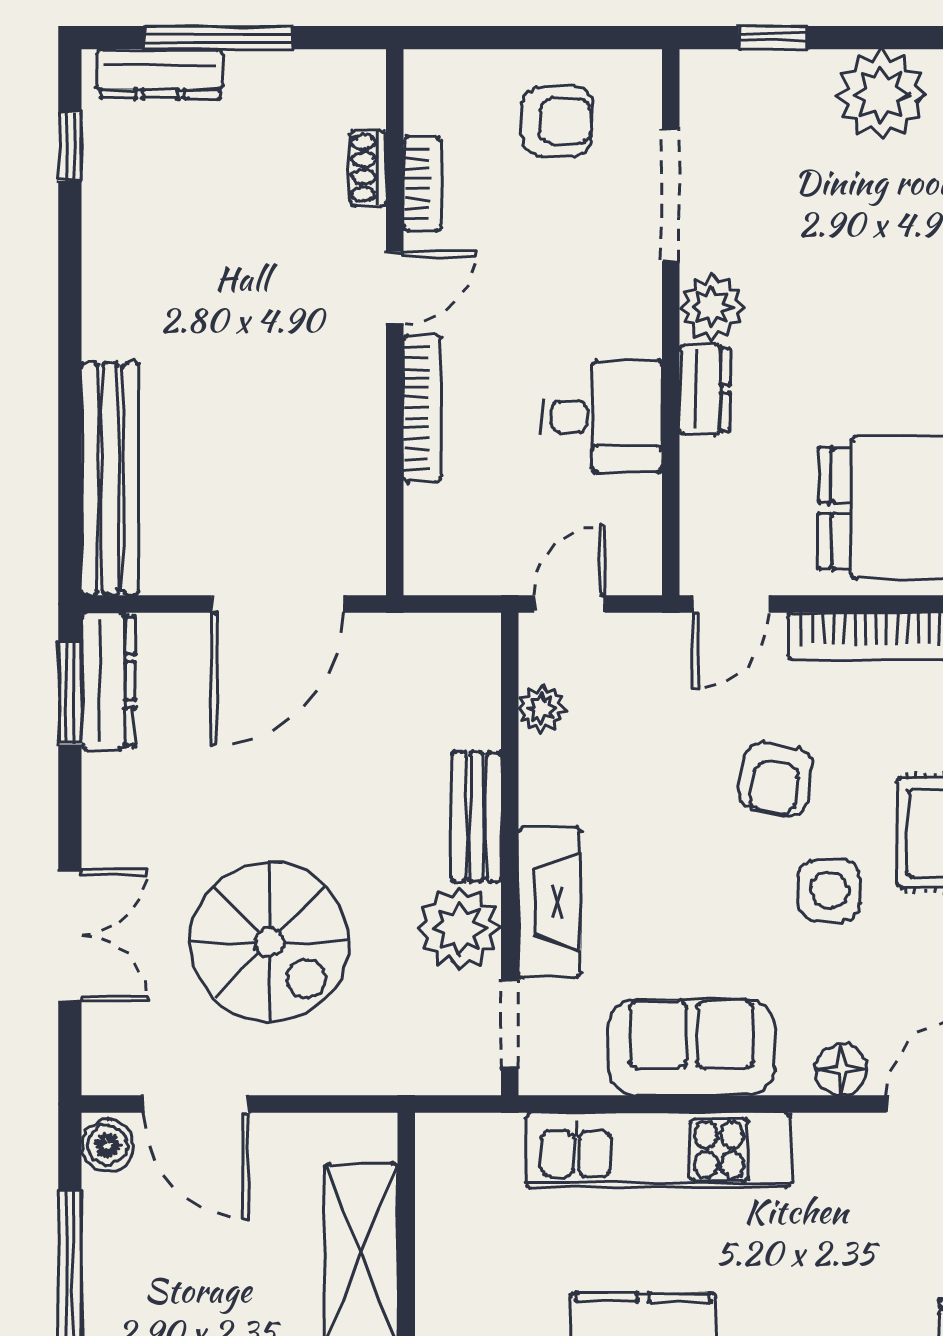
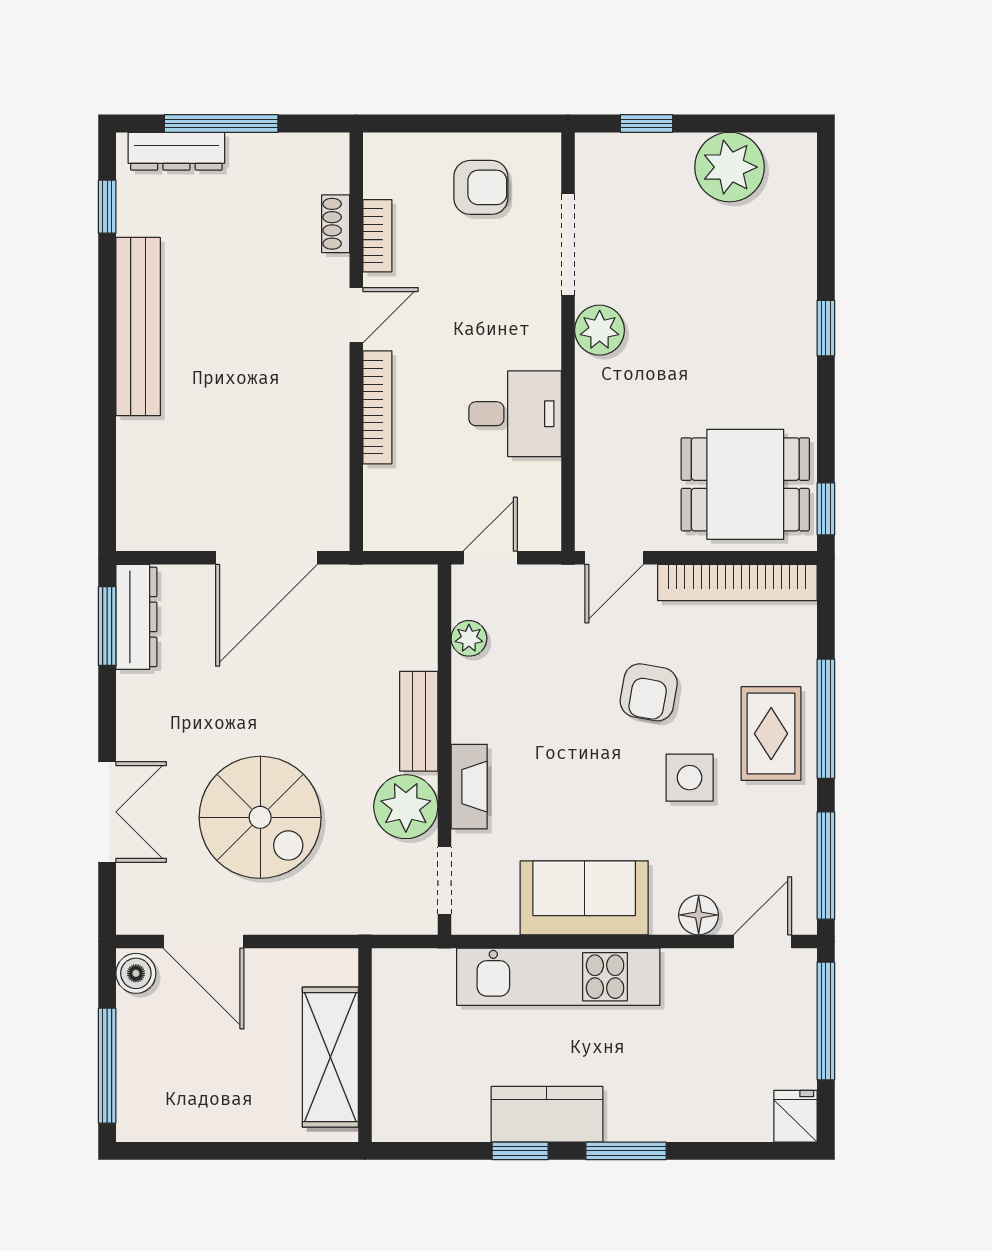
dresser: (705, 389) -> (594, 393), removed
bench: (110, 479) -> (138, 327), moved
fireplace: (549, 902) -> (469, 787), width x0.73, depth x0.76

